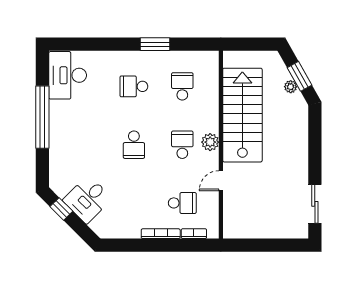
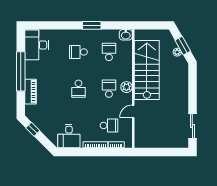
washbasin: (209, 59) -> (126, 35), added
piano: (58, 149) -> (31, 92), added
desk: (87, 199) -> (69, 136), moved, turned -45

